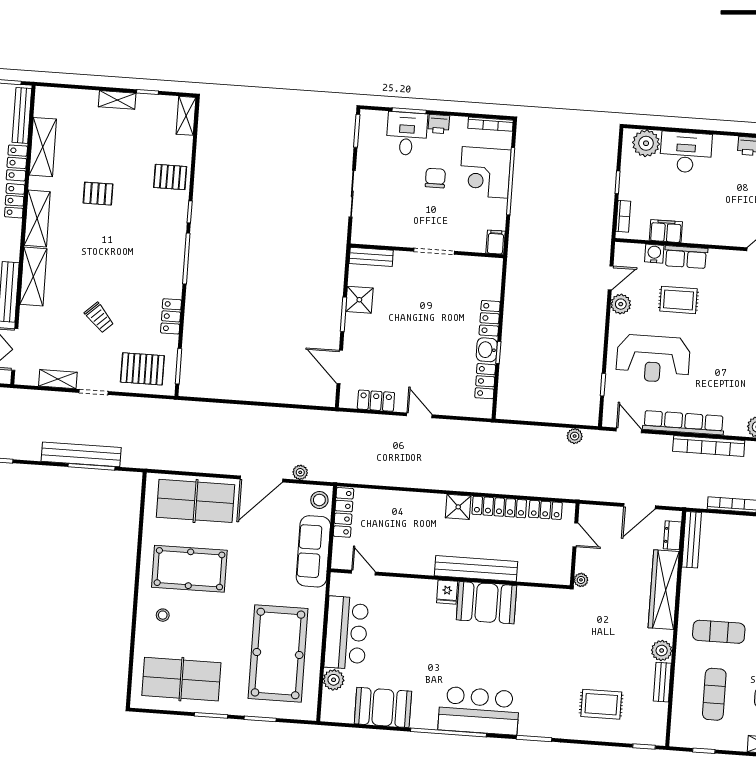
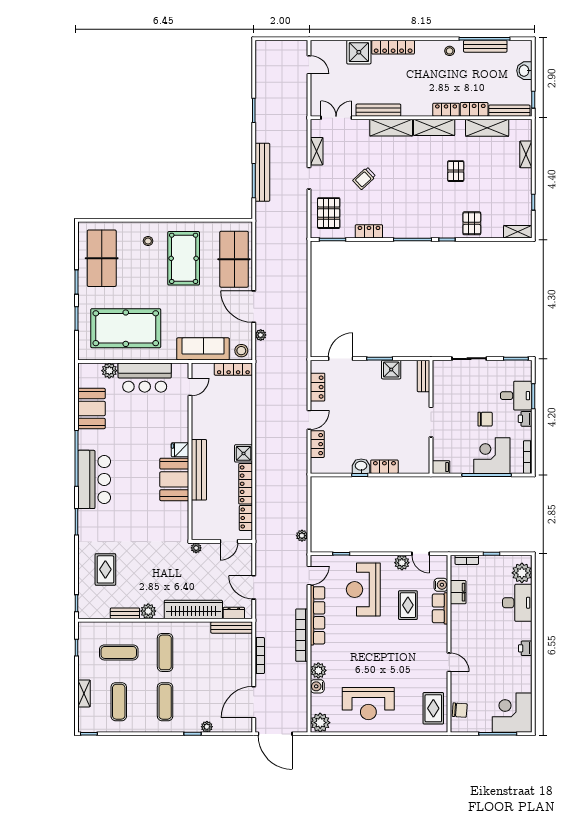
shelving: (117, 100) -> (526, 154), moved
locker: (485, 381) -> (317, 444), moved, turned 90

